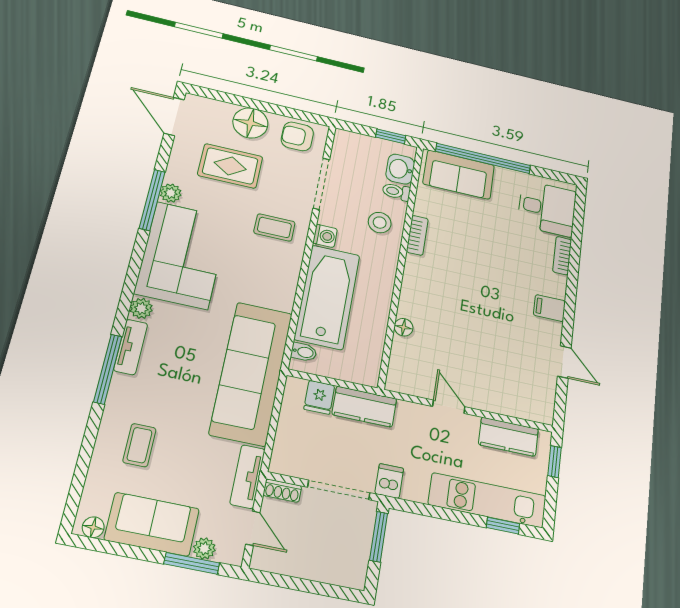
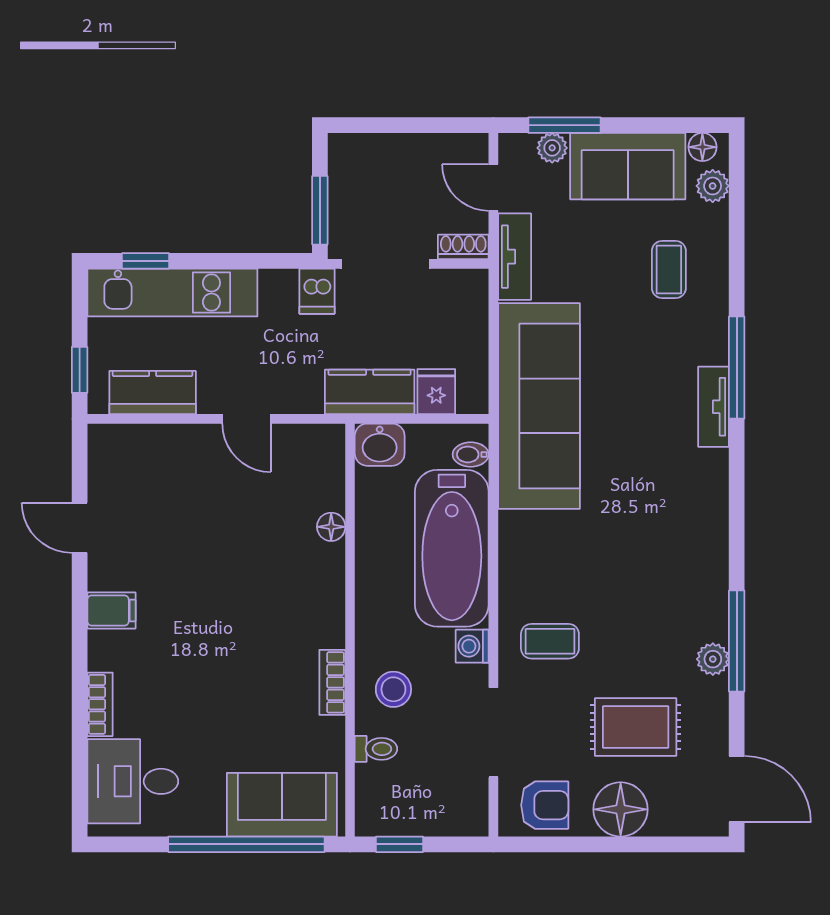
washbasin: (400, 169) -> (380, 445), moved, turned 90
corner sofa: (182, 255) -> (674, 563), removed
plant: (141, 308) -> (713, 186), moved

